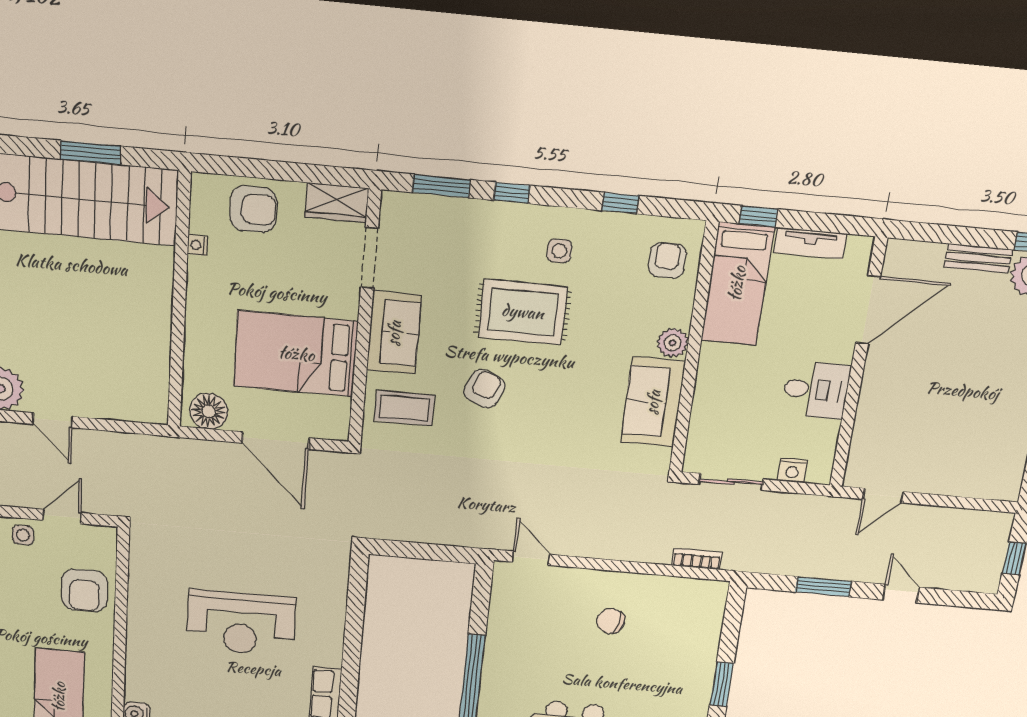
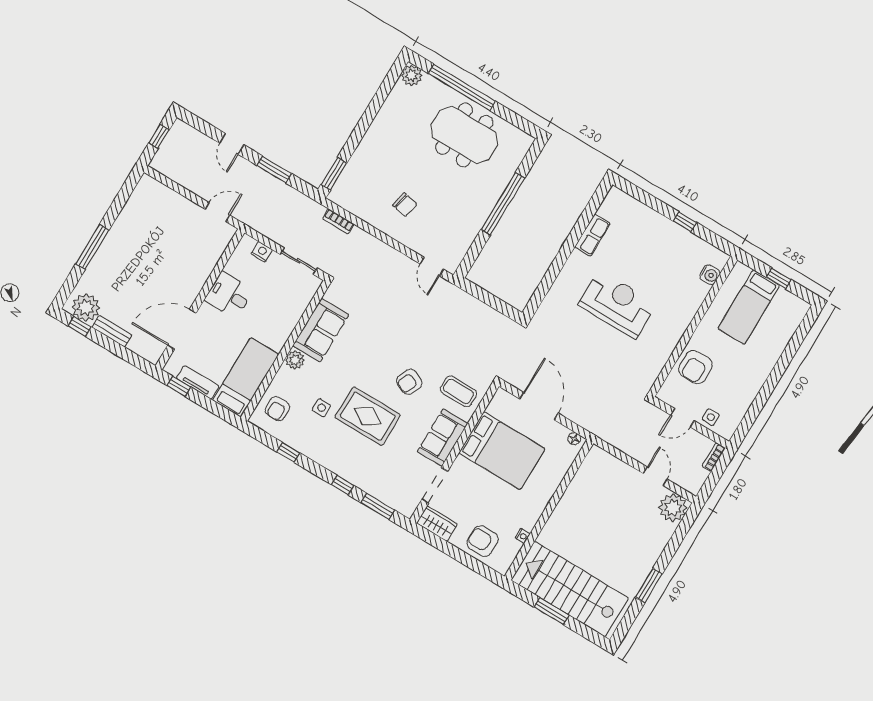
window: (758, 216) -> (179, 386), moved
side table: (559, 251) -> (321, 408), moved
floor lamp: (209, 411) -> (574, 439), width x0.53, depth x0.53
armchair: (84, 590) -> (695, 367), turned 180
window: (722, 684) -> (334, 174), moved

